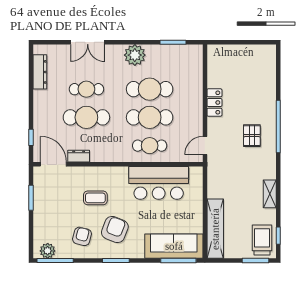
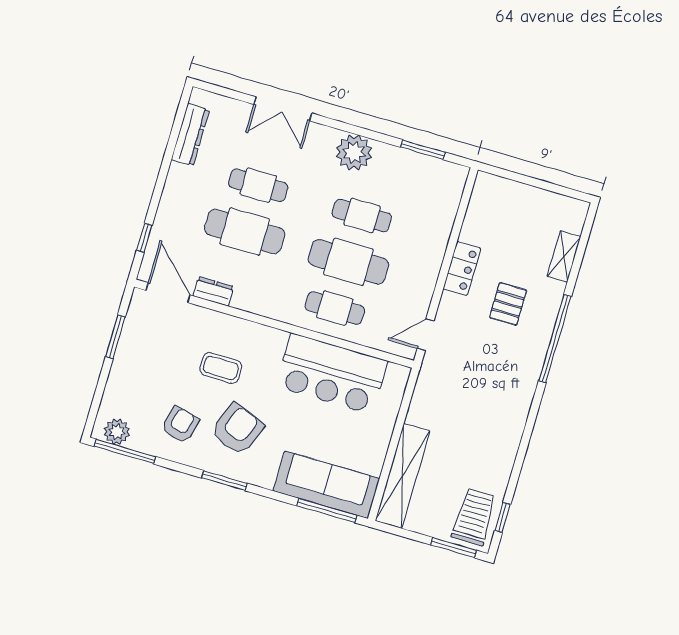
cafe table: (150, 89) -> (362, 215), width x0.73, depth x0.74
pallet: (252, 136) -> (508, 304), moved
shelving: (270, 194) -> (564, 256), moved

